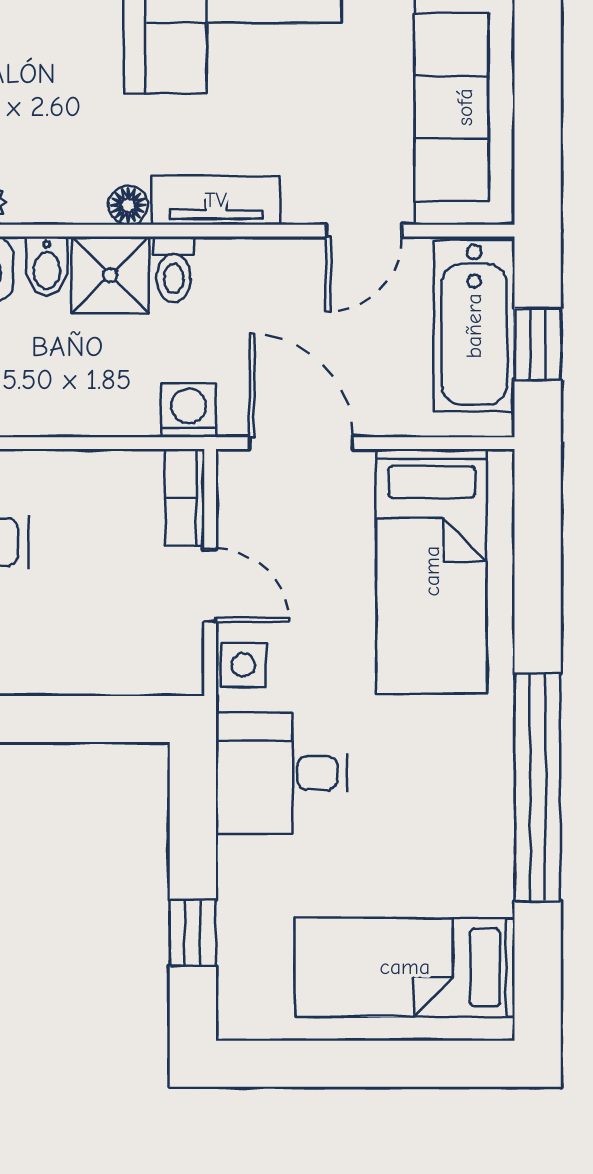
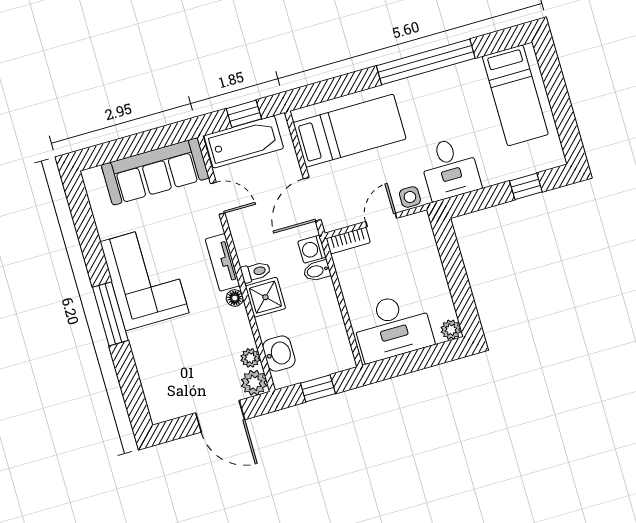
bidet: (47, 266) -> (317, 271), moved, turned 180

